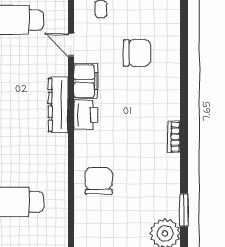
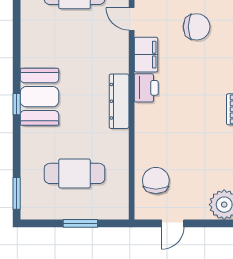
dresser: (58, 105) -> (119, 101), moved
chair: (99, 181) -> (156, 181), moved

